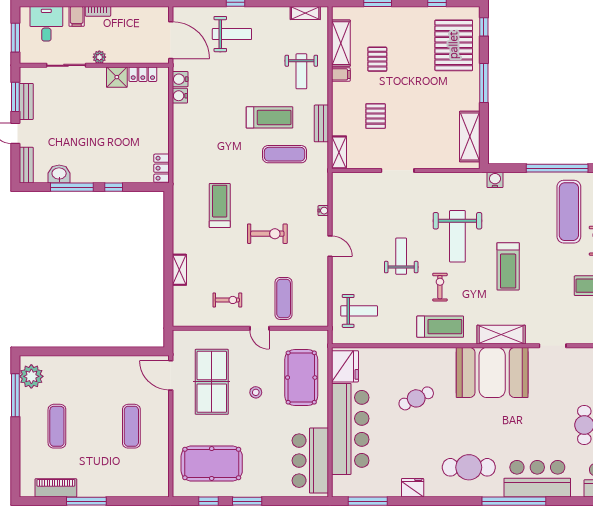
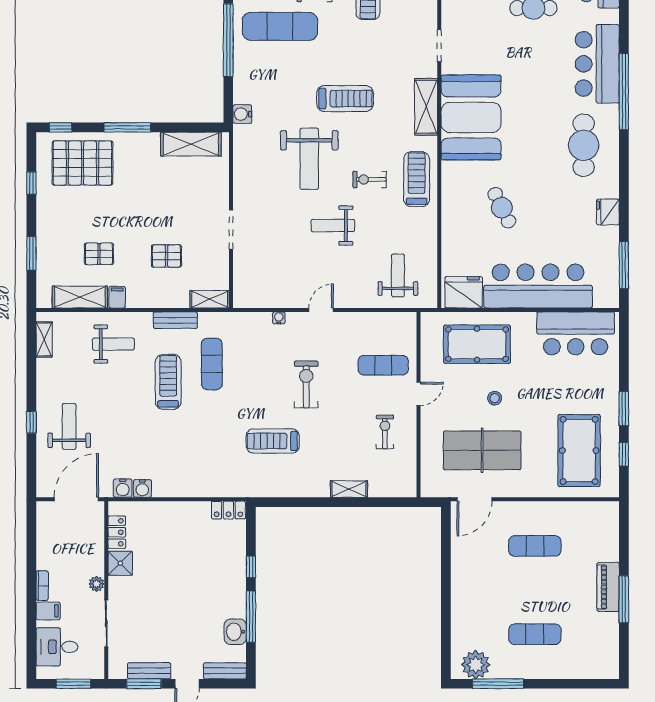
weight bench: (457, 236) -> (309, 159), turned 90
piano: (56, 488) -> (608, 587), moved

